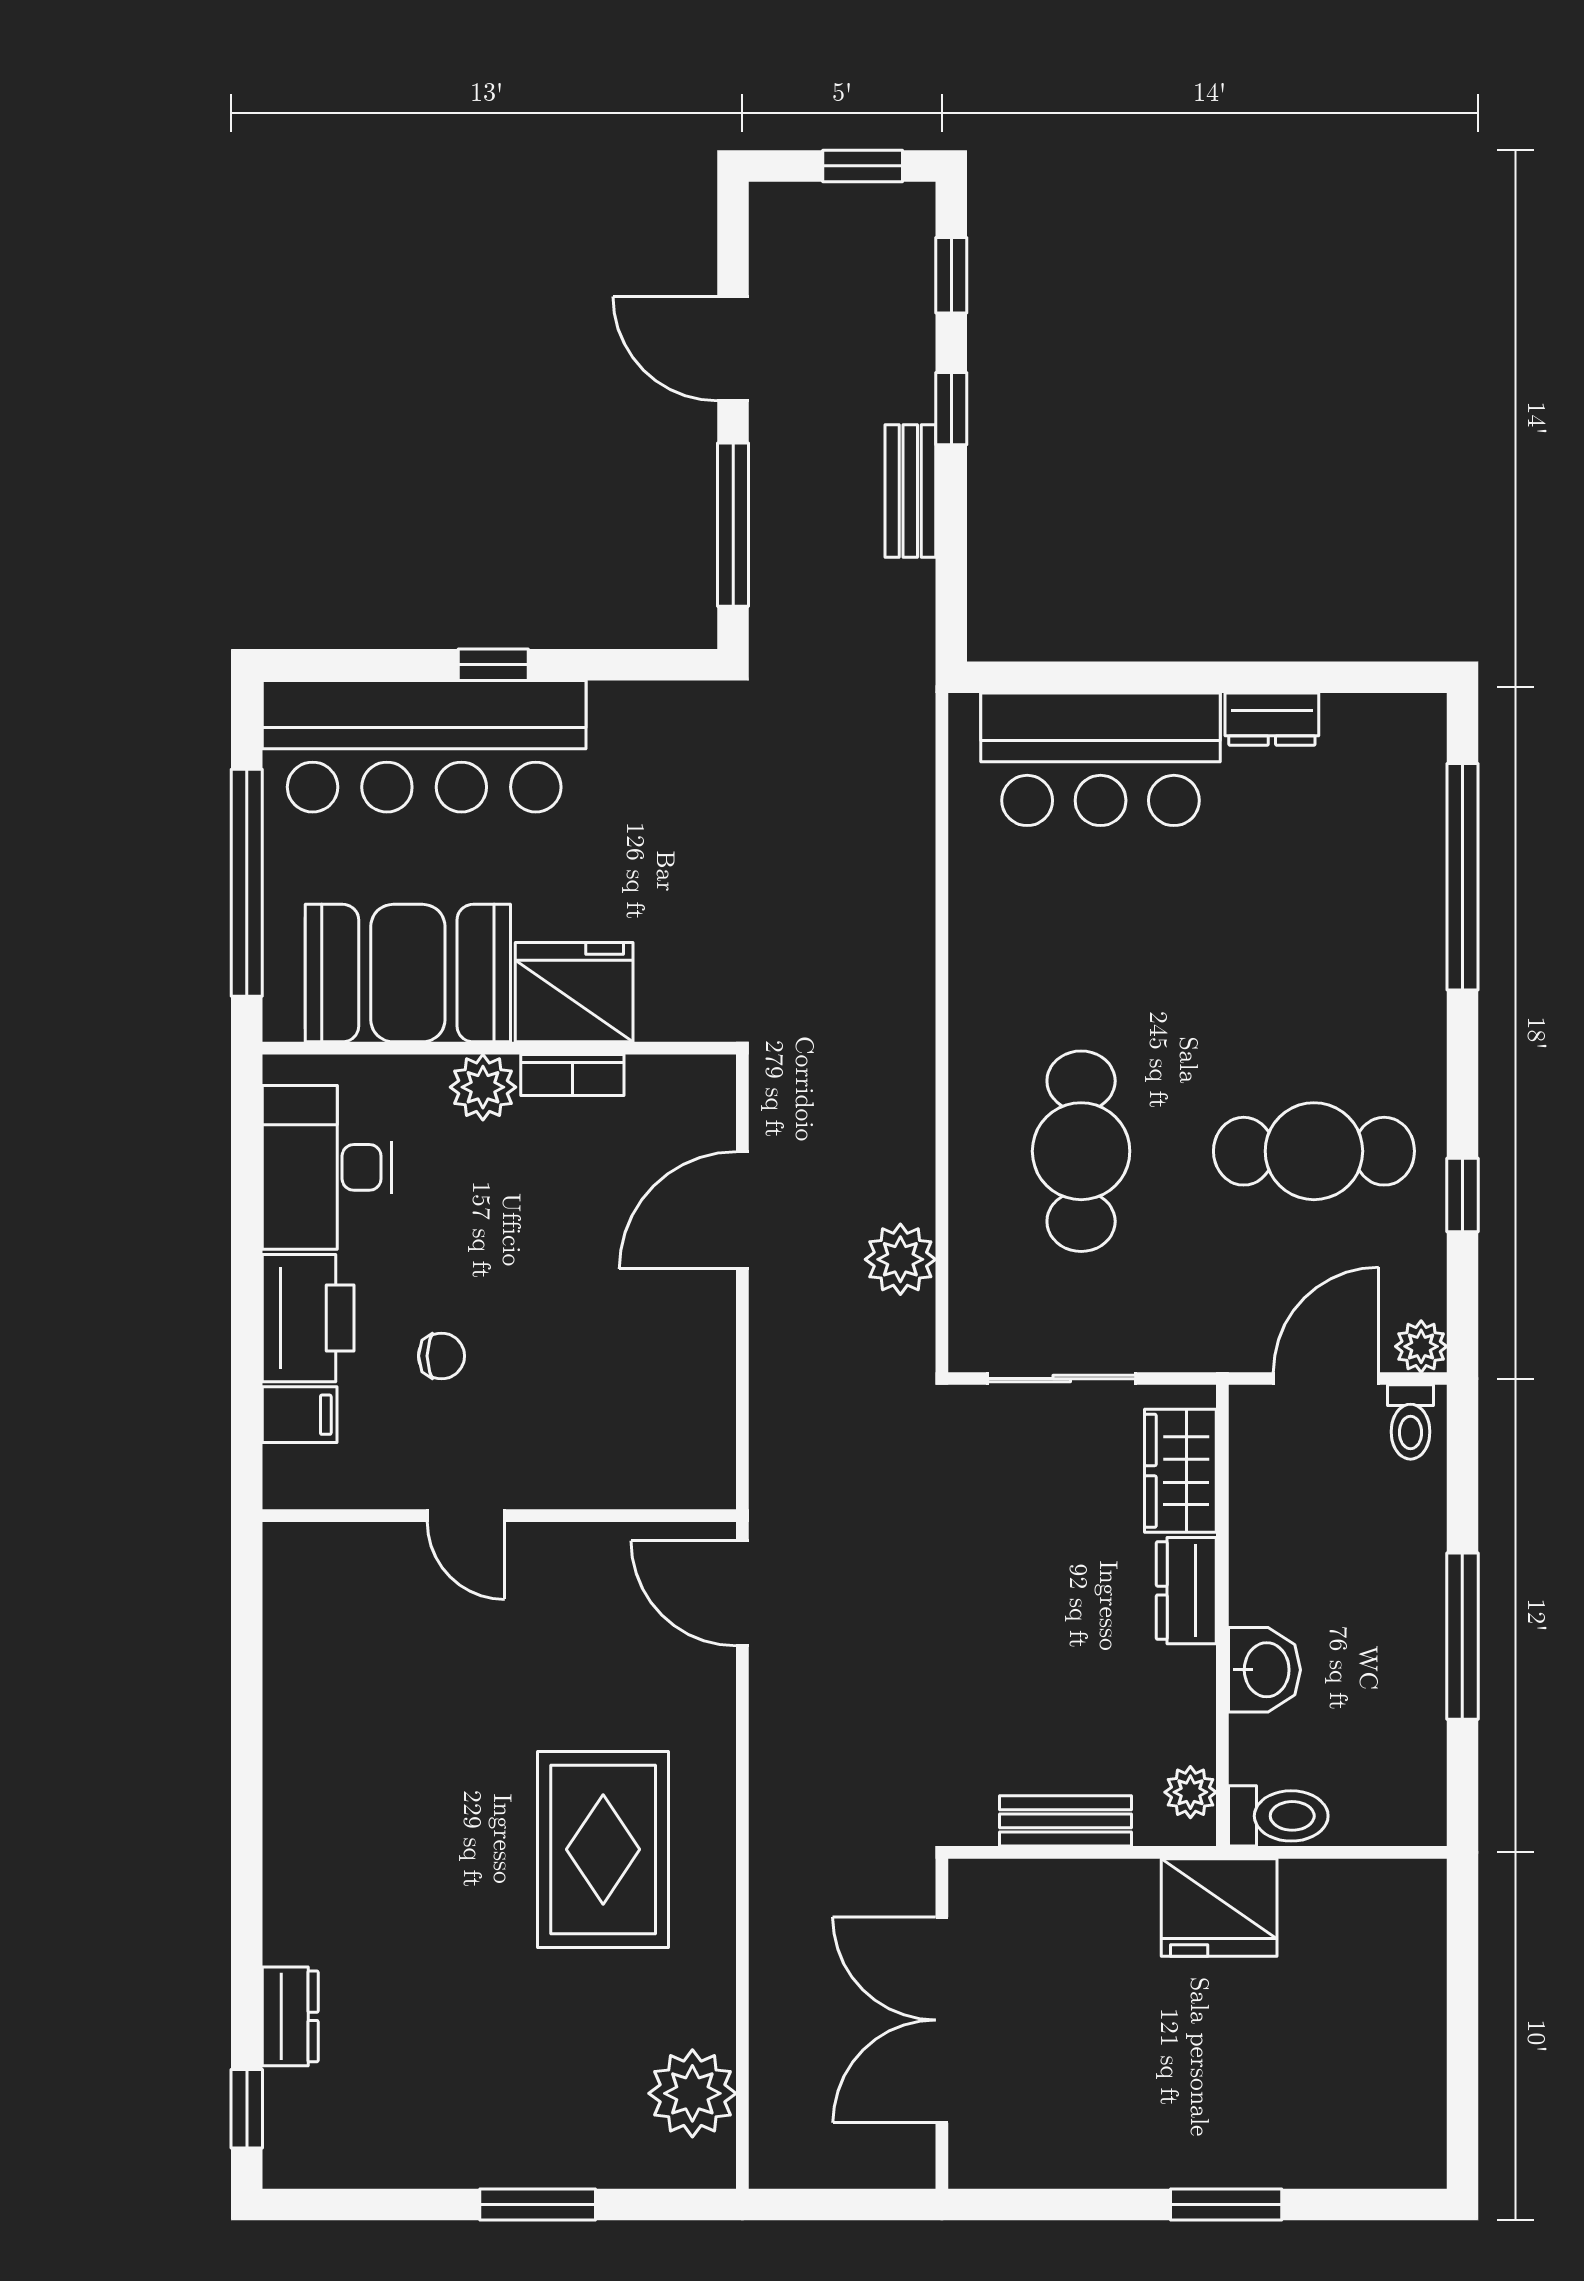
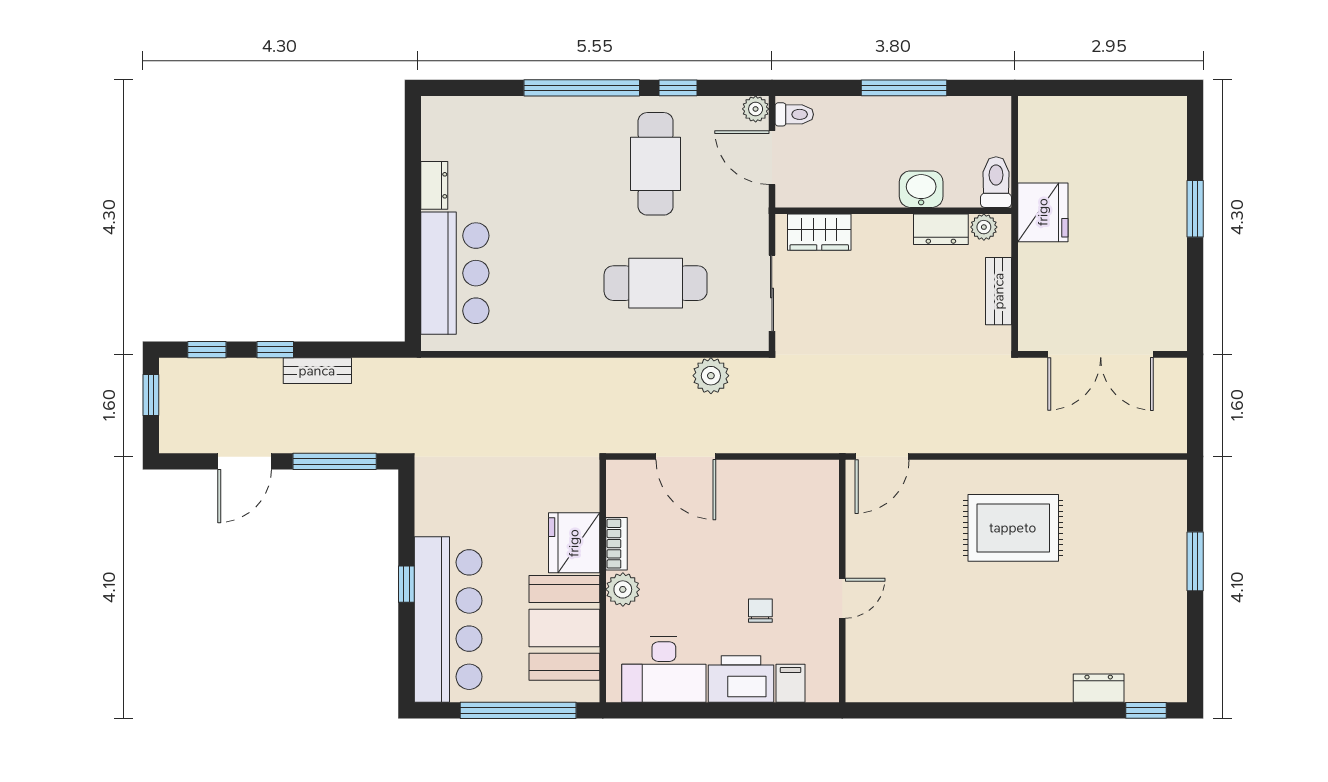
window: (1462, 877) -> (582, 88), moved
dresser: (1186, 1591) -> (941, 229), moved
plant: (692, 2093) -> (1138, 482), removed

